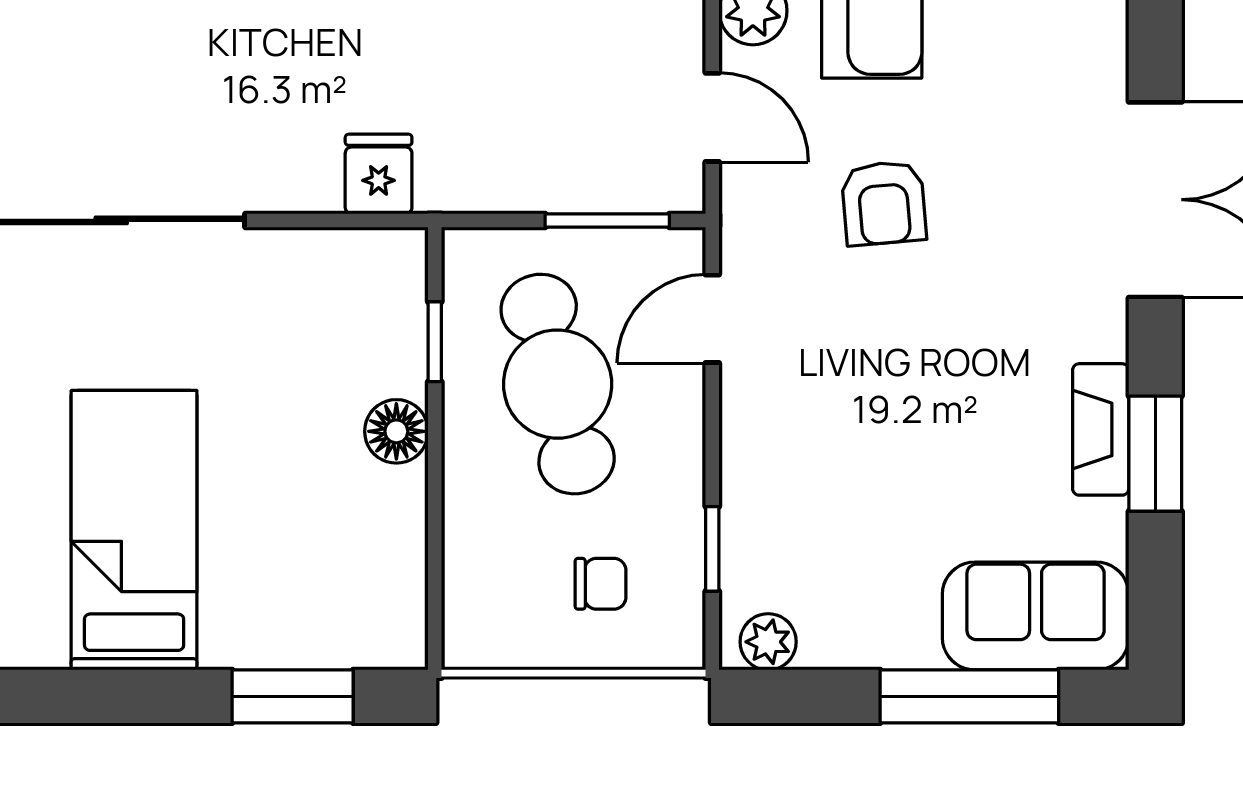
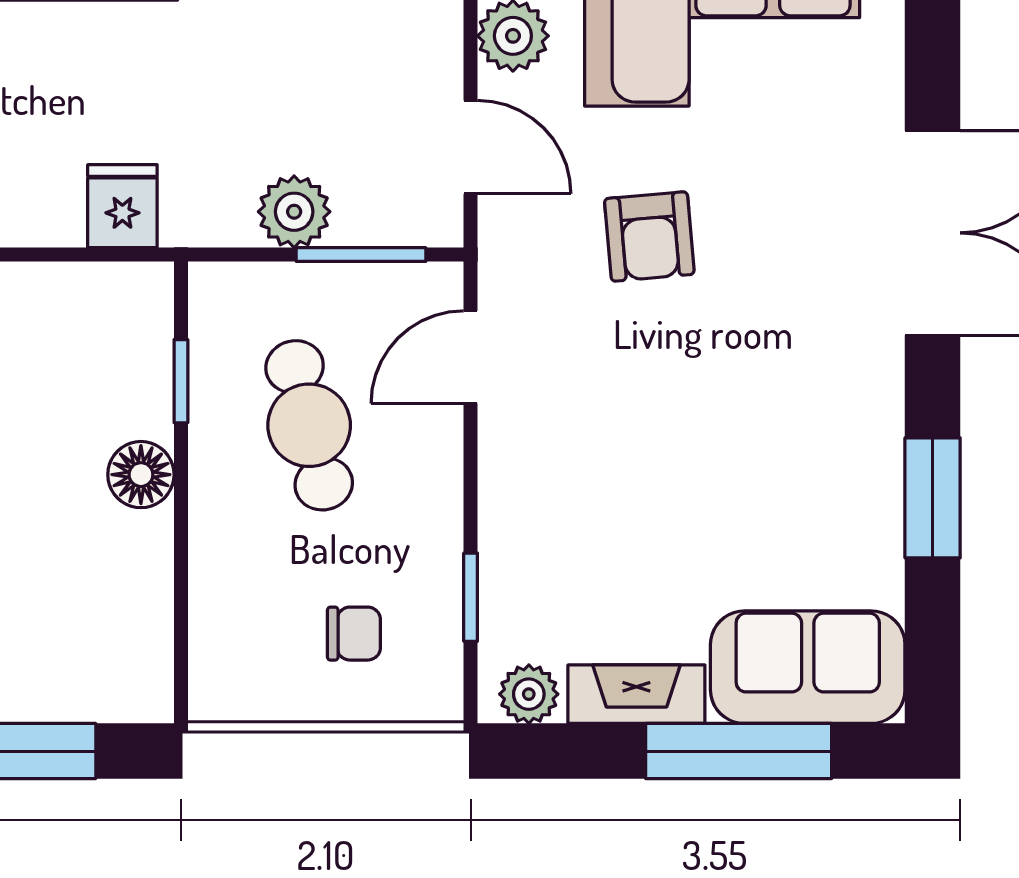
plant: (543, 179) -> (294, 212), added
cafe table: (558, 384) -> (309, 425), width x0.73, depth x0.74
fireplace: (1101, 429) -> (636, 694), moved, turned 90

